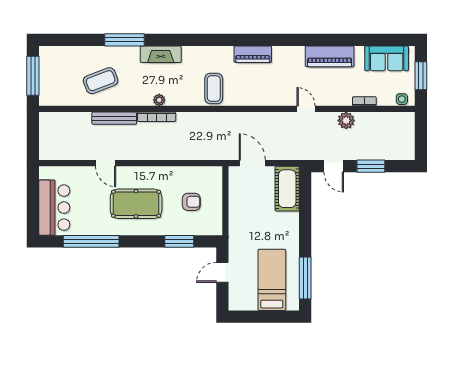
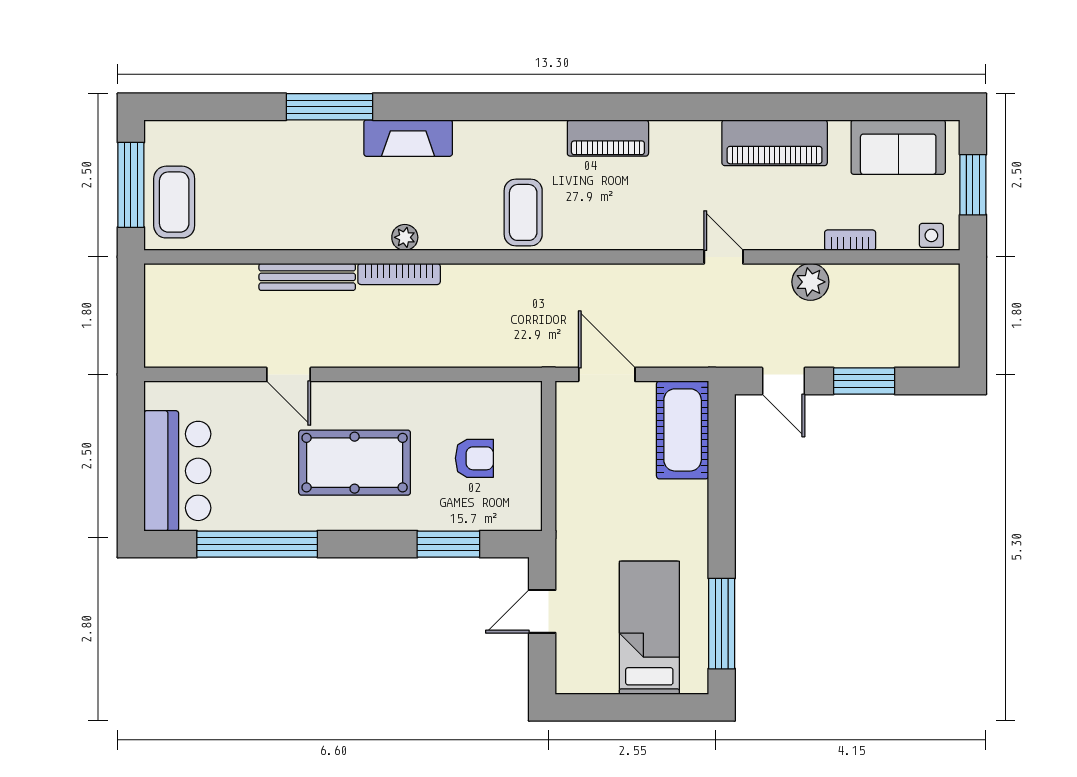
coffee table: (101, 81) -> (174, 202), moved, turned -69

